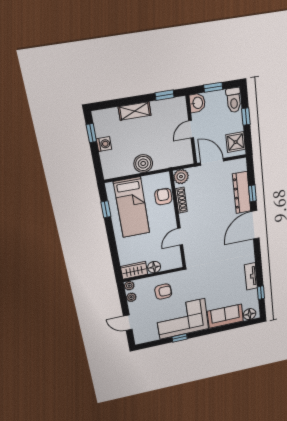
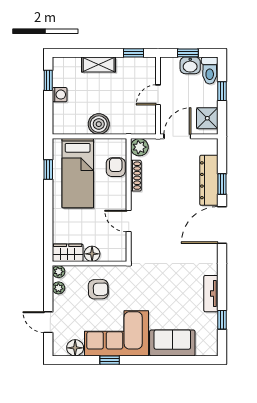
washbasin: (197, 103) -> (190, 65), moved, turned 90
door: (212, 162) -> (177, 136), hinge flipped
door: (180, 237) -> (129, 221), hinge flipped
floor lamp: (250, 314) -> (75, 348), moved

